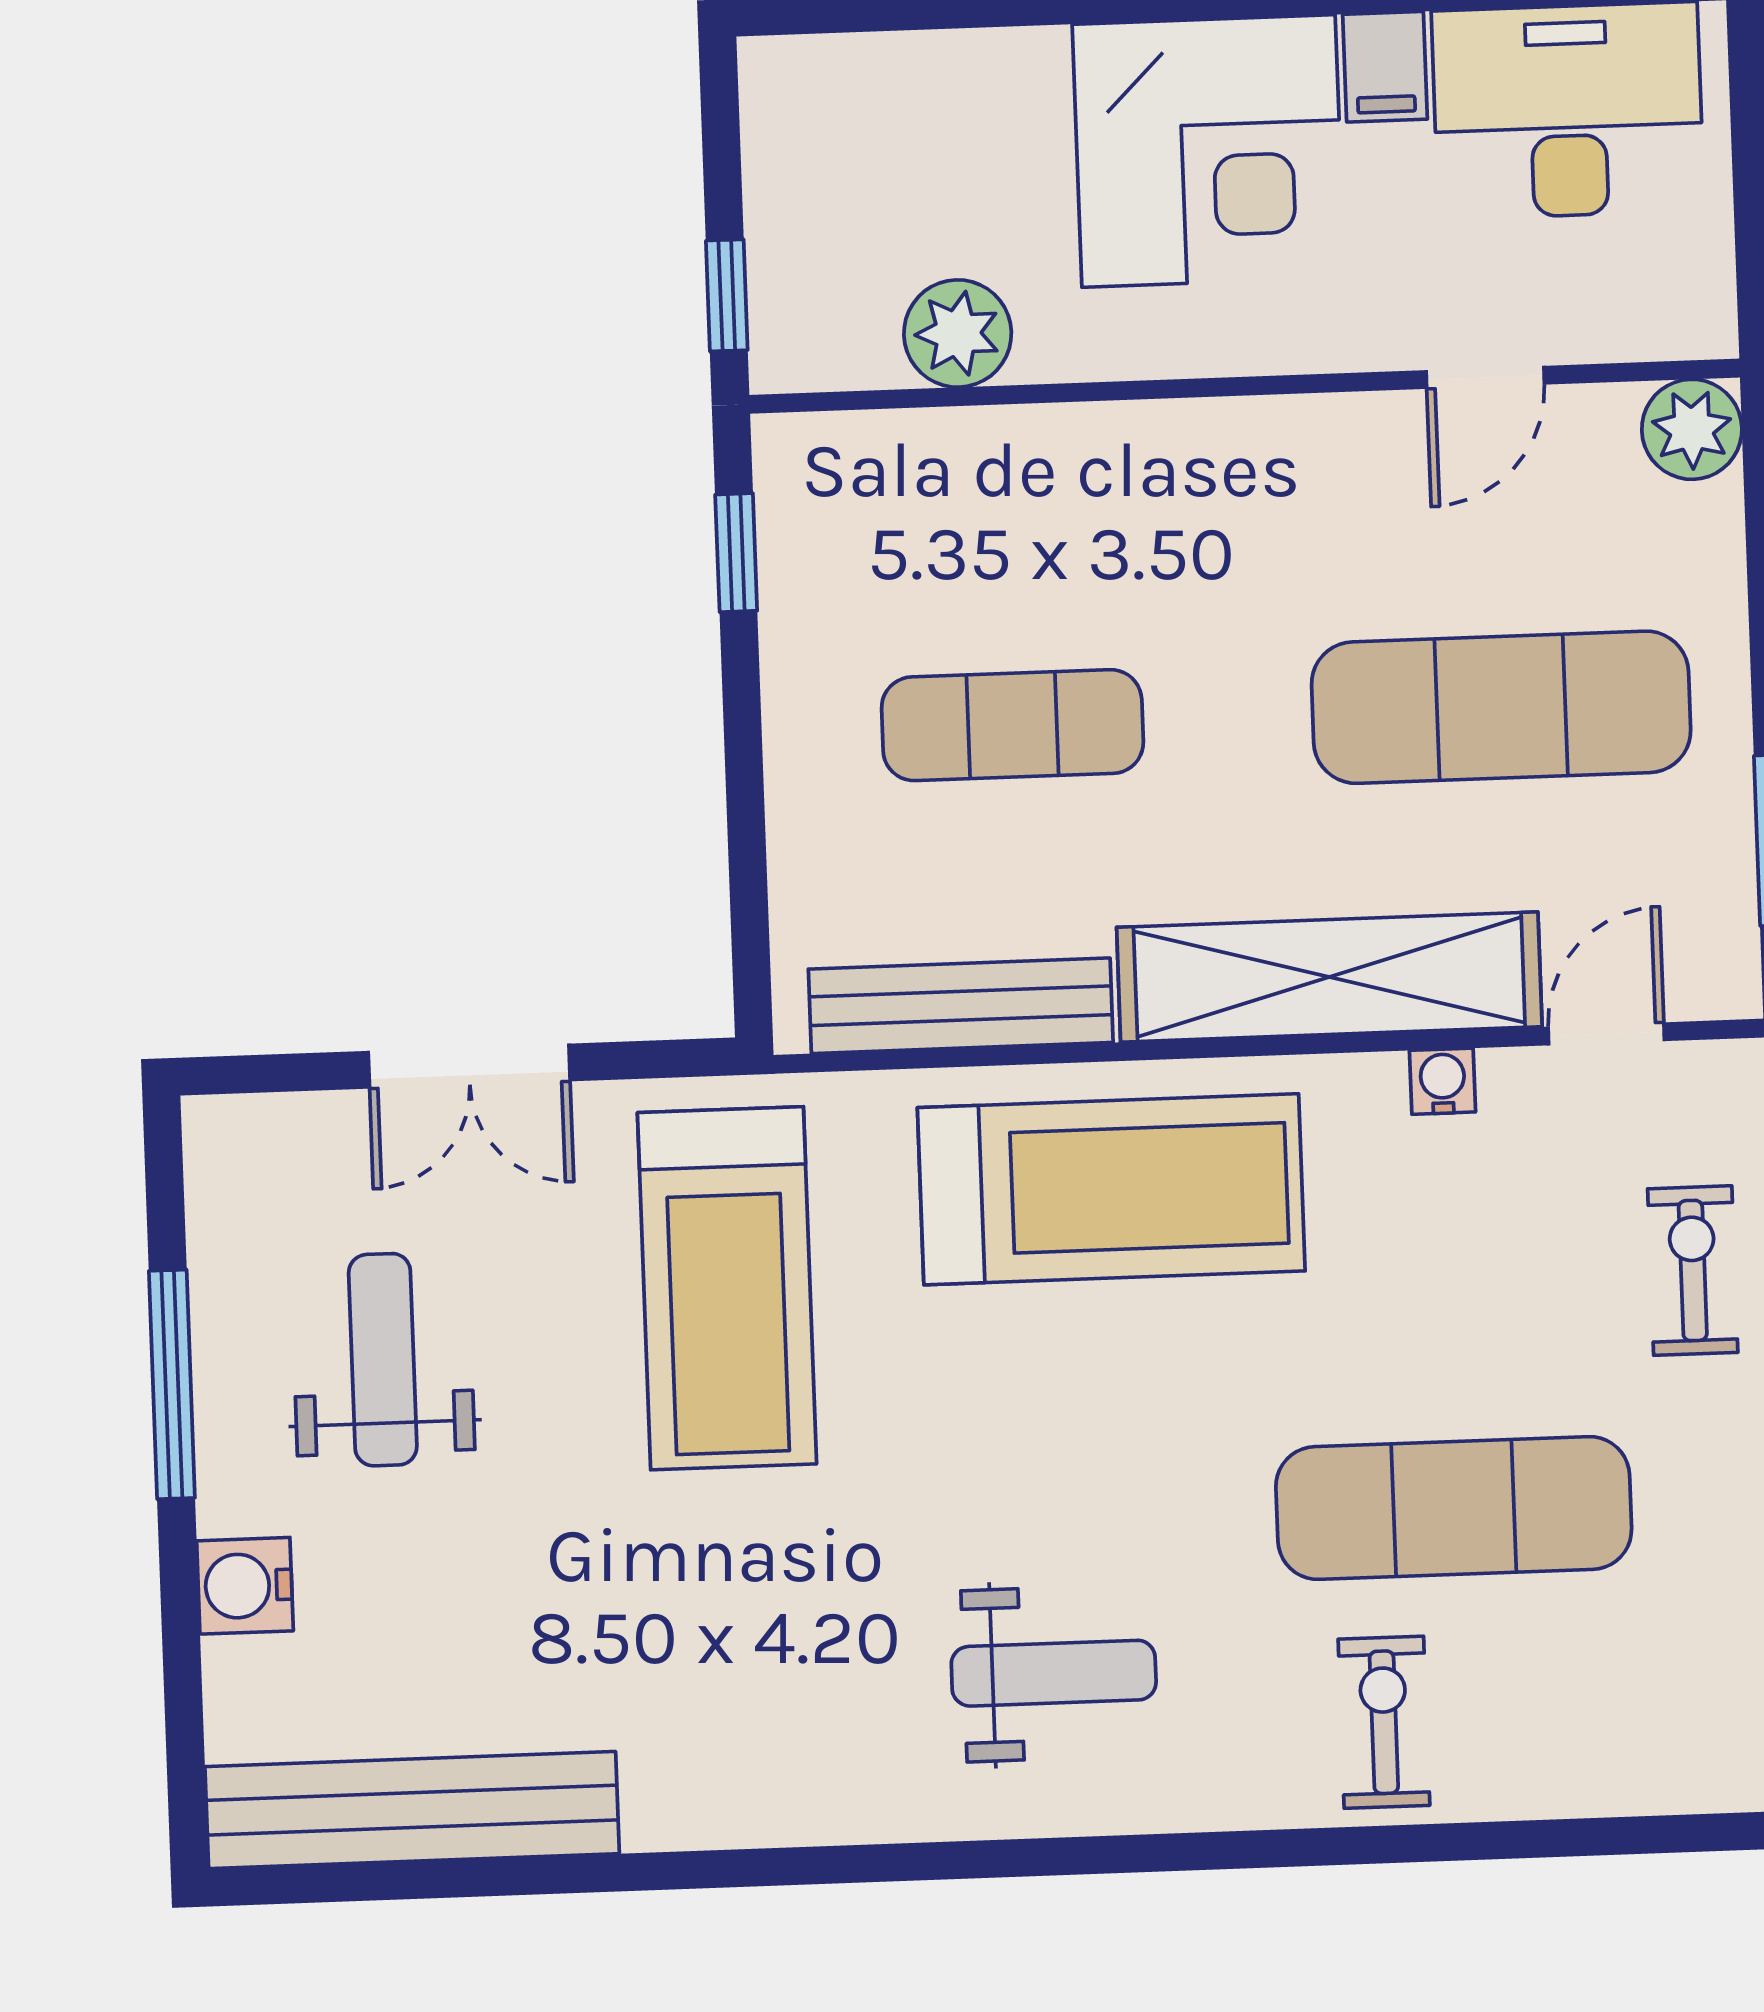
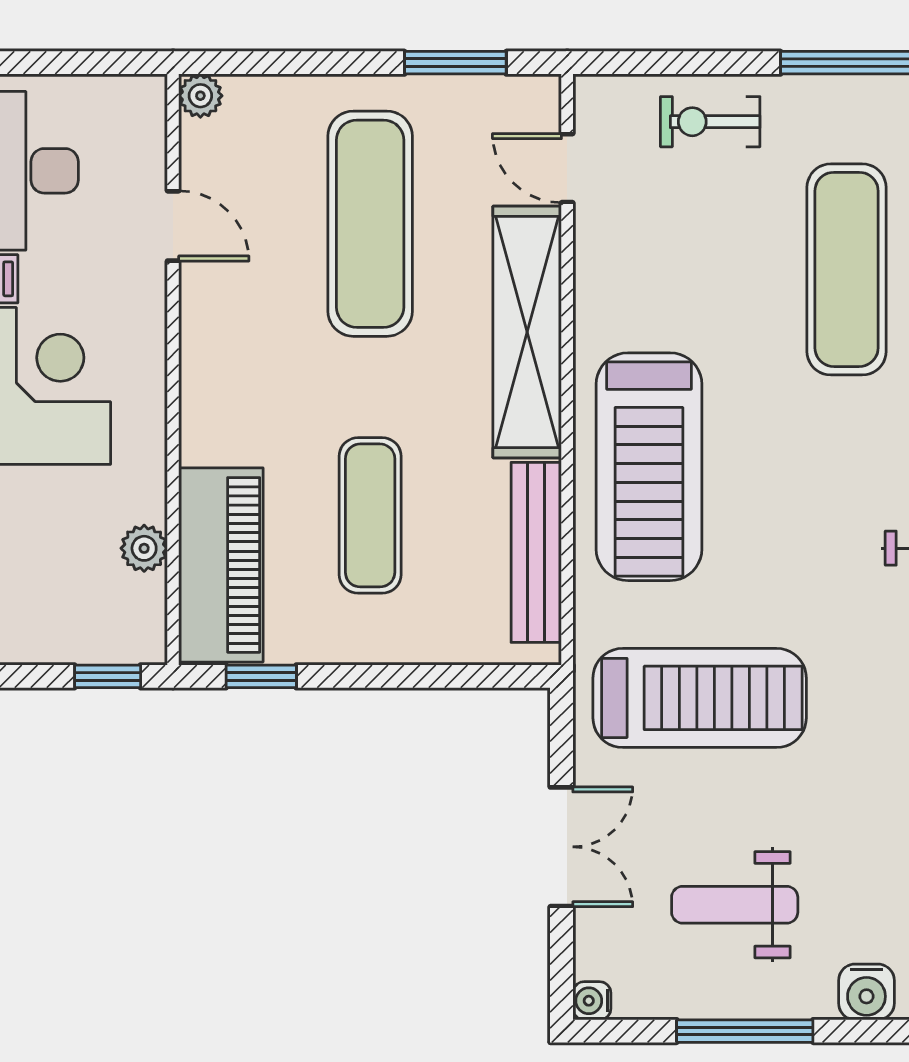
plant: (958, 333) -> (144, 548), width x0.73, depth x0.73
plant: (1692, 429) -> (200, 96), width x0.73, depth x0.73
piano: (920, 478) -> (221, 565), added
water cooler: (1443, 1081) -> (592, 1001), moved
treadmill: (1111, 1189) -> (649, 467), turned 180

